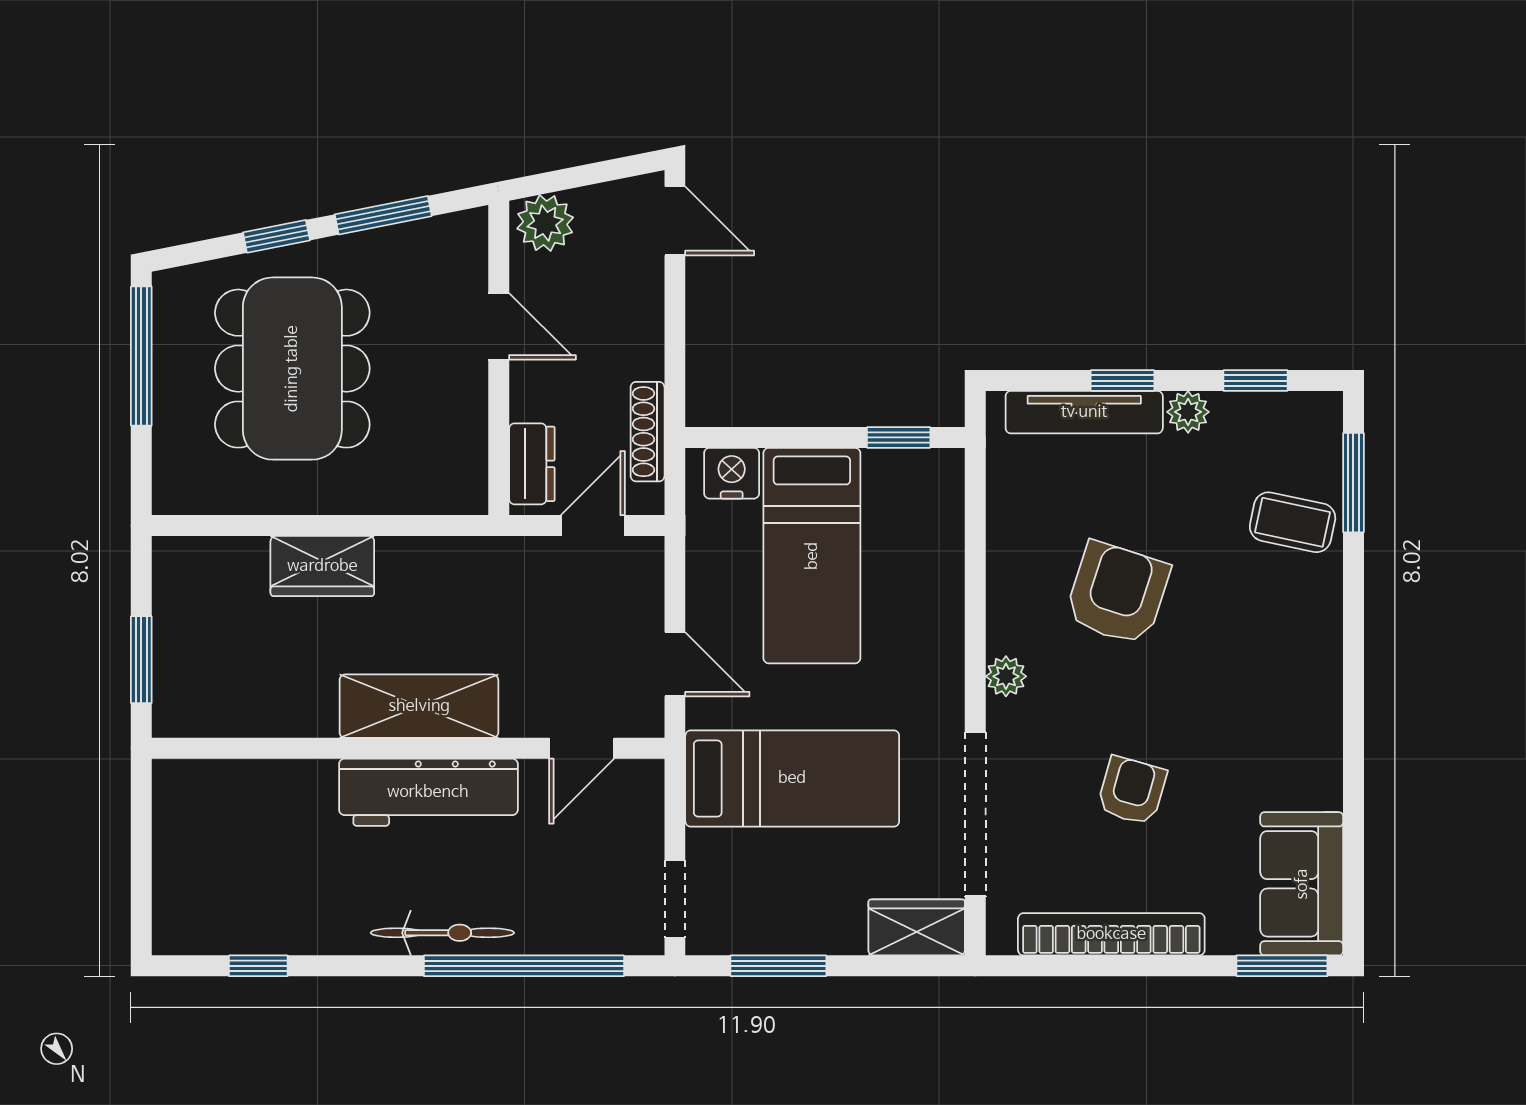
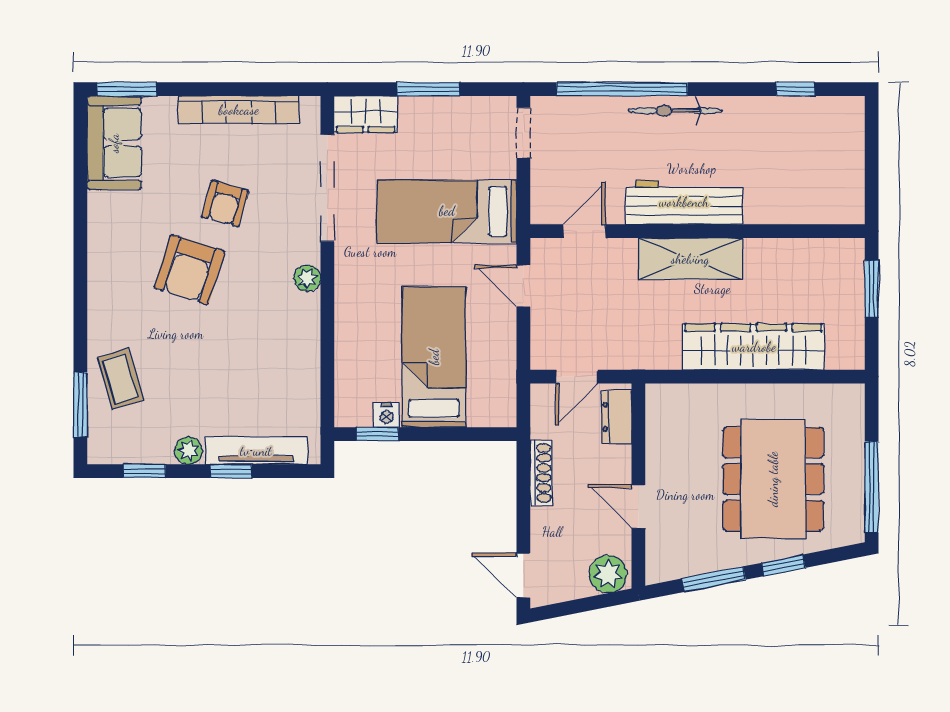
shoe rack: (648, 432) -> (541, 473), moved
nightstand: (732, 473) -> (387, 415), moved, width x0.72, depth x0.74
coffee table: (1293, 522) -> (120, 379), turned 61
wardrobe: (322, 566) -> (754, 347), width x2.10, depth x1.17
armchair: (1117, 593) -> (190, 270), moved
window: (778, 966) -> (428, 89), moved

